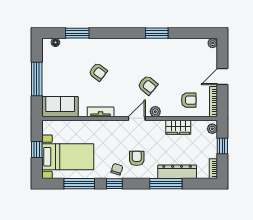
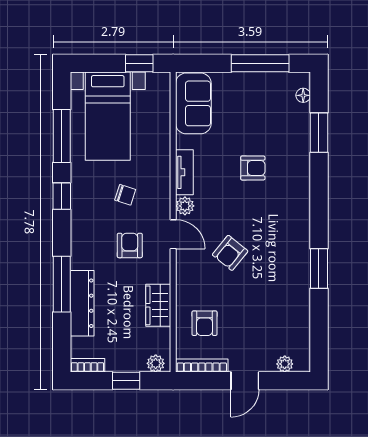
plant: (213, 43) -> (285, 364), moved
armchair: (98, 72) -> (253, 168), turned -127
door: (222, 76) -> (245, 381), swing flipped
window: (37, 79) -> (260, 63), moved
plant: (155, 112) -> (185, 206), moved
window: (37, 150) -> (139, 63), moved
armchair: (137, 158) -> (130, 245), moved, turned -90
chair: (117, 169) -> (125, 195), moved

